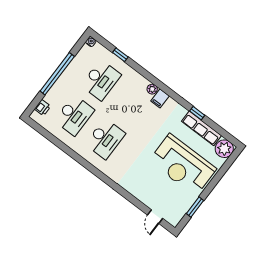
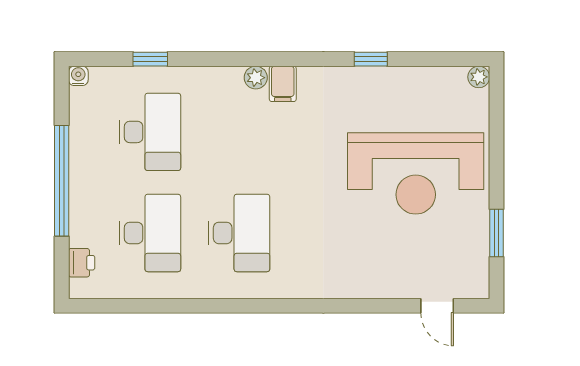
row of seats: (201, 128) -> (400, 81), removed
plant: (224, 149) -> (479, 77), width x0.53, depth x0.53

